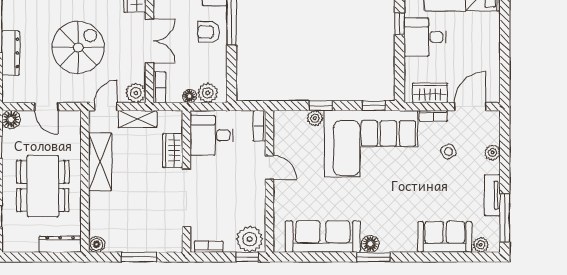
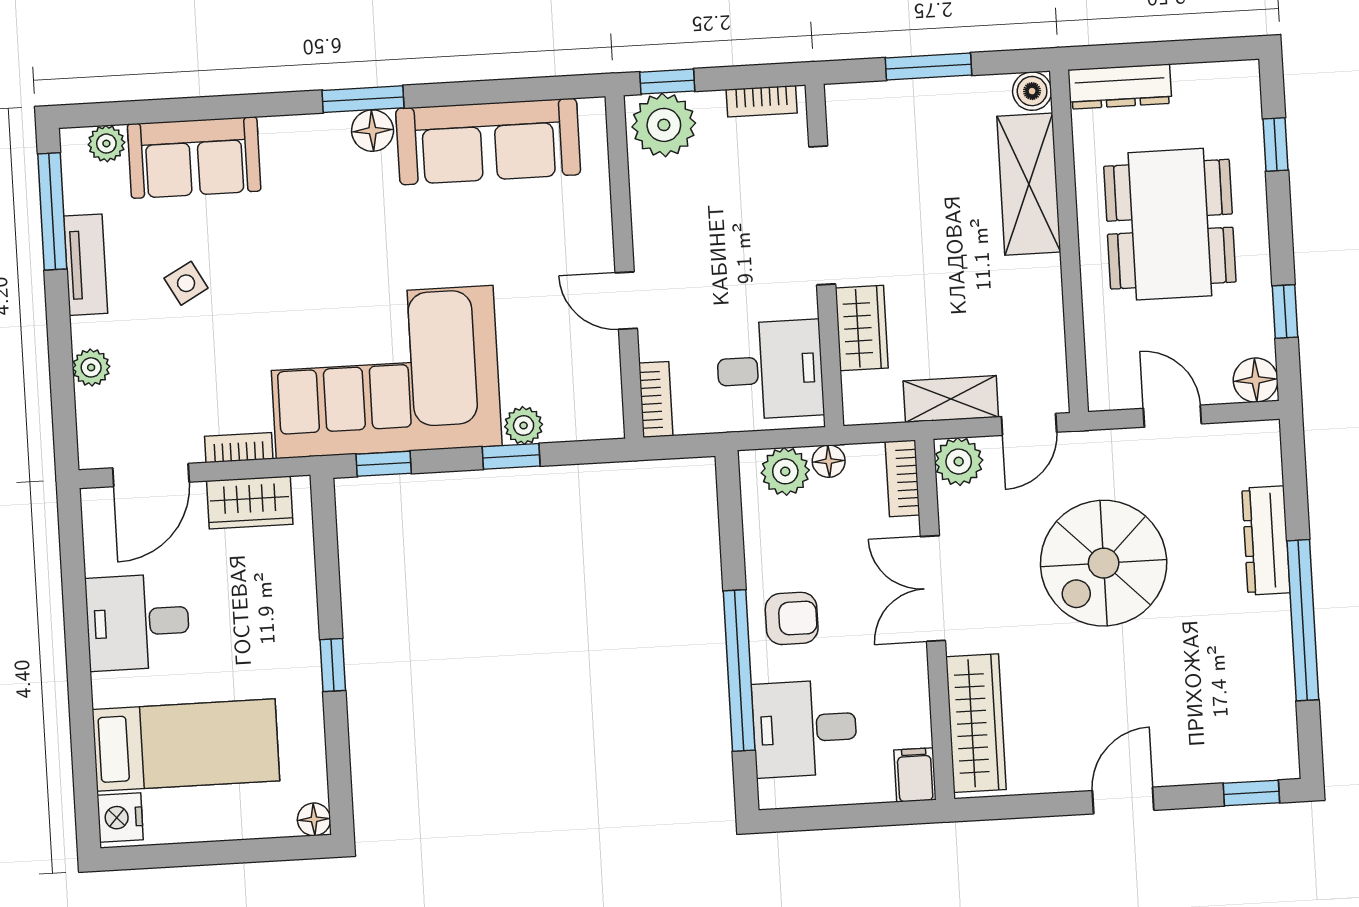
desk: (425, 37) -> (138, 622), moved, turned 180
side table: (448, 152) -> (186, 283), moved
shelving: (100, 162) -> (1029, 184), moved

